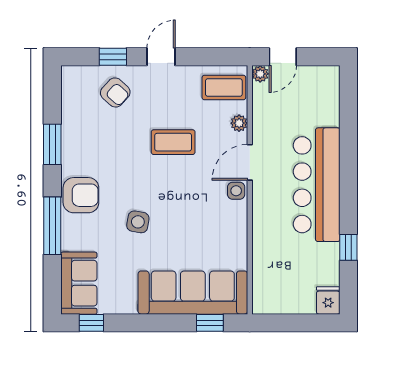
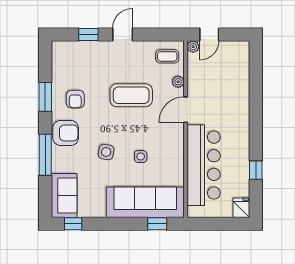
coffee table: (224, 88) -> (167, 56), width x0.73, depth x0.77
armchair: (115, 93) -> (75, 99), moved, turned 48
coffee table: (173, 142) -> (131, 95), width x1.36, depth x1.32
bar counter: (317, 185) -> (204, 165), moved, turned 180
side table: (236, 191) -> (141, 157), moved

